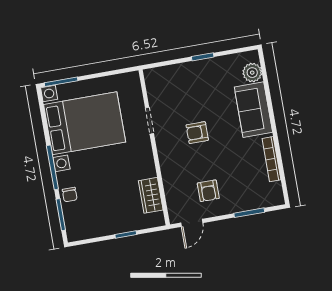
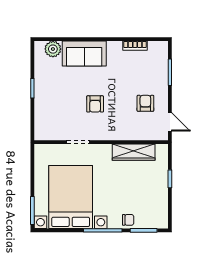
bookcase: (271, 159) -> (135, 46), width x0.64
armchair: (208, 191) -> (145, 103), turned -90
wardrobe: (151, 195) -> (134, 152), width x1.50

